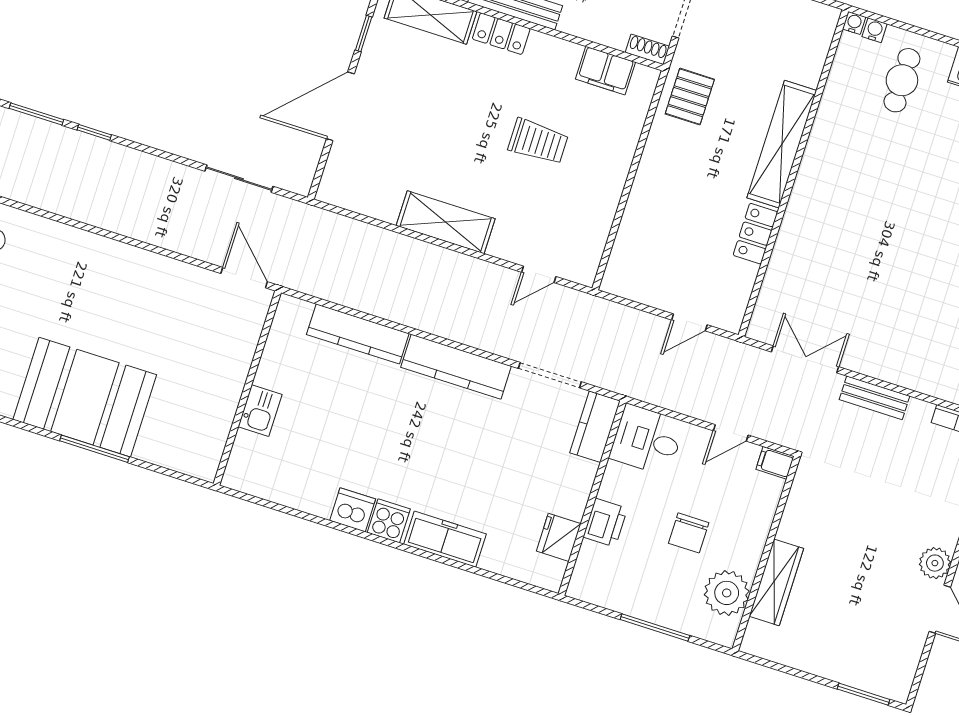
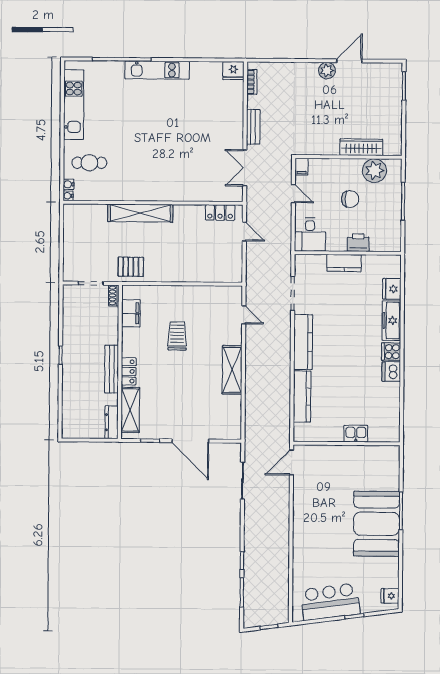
locker: (755, 234) -> (220, 213), moved
kitchen counter: (595, 427) -> (344, 263), moved
fridge: (559, 537) -> (392, 289), moved, turned 90

